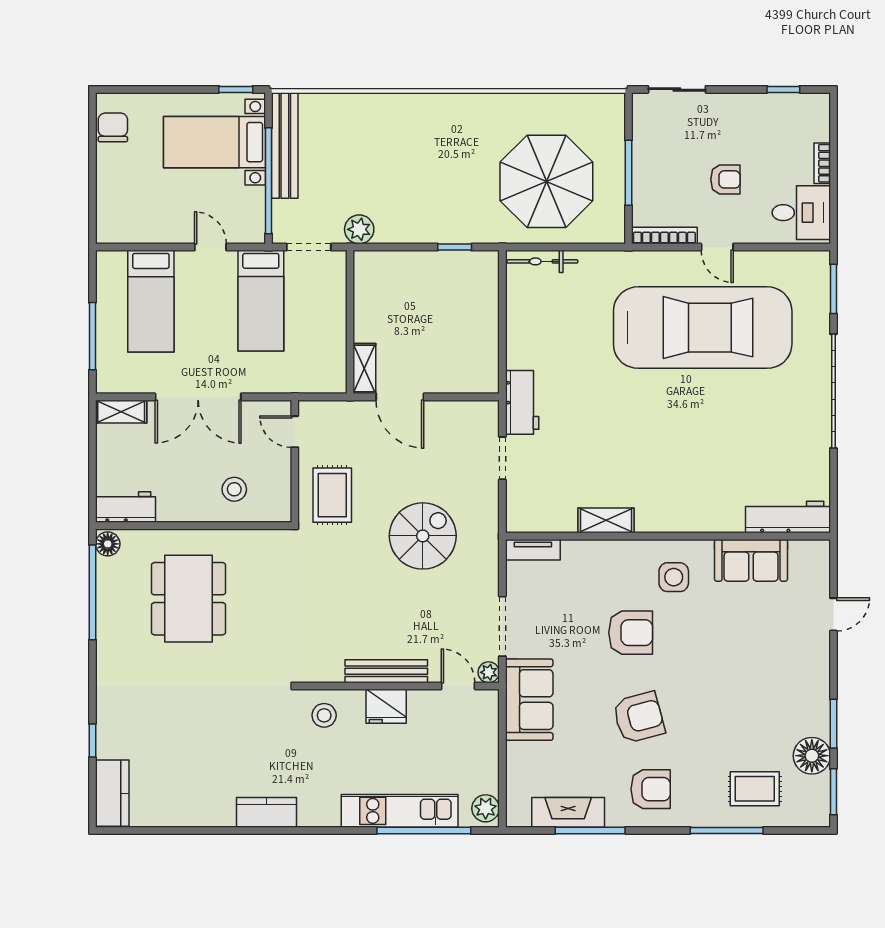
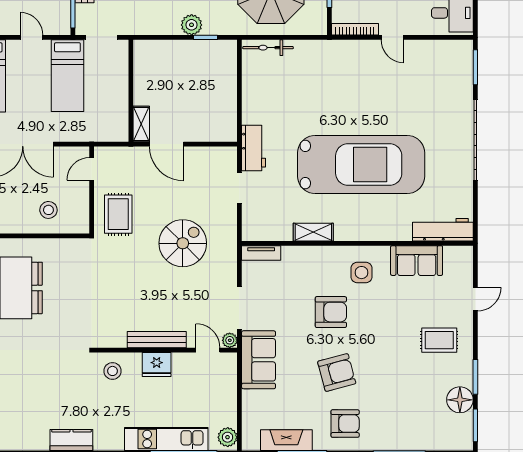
plant: (359, 229) -> (192, 25), moved
car: (703, 328) -> (361, 165), moved
door: (295, 432) -> (92, 169), hinge flipped
rug: (755, 789) -> (439, 340), moved

